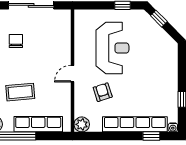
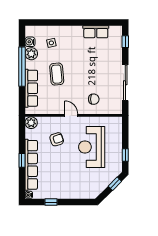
chair: (16, 41) -> (94, 99), moved
reception desk: (112, 48) -> (92, 147), turned 90
window: (151, 136) -> (22, 160), moved

